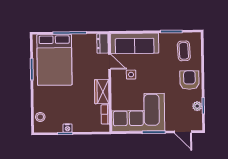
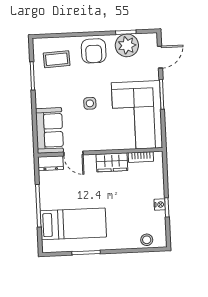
sofa: (135, 43) -> (49, 130), width x0.73
bed: (54, 60) -> (73, 224), width x0.67
door: (110, 62) -> (73, 154), swing flipped
side table: (131, 75) -> (90, 103), moved
armchair: (189, 80) -> (94, 51), turned -90
plant: (197, 106) -> (127, 45), width x1.87, depth x1.87

